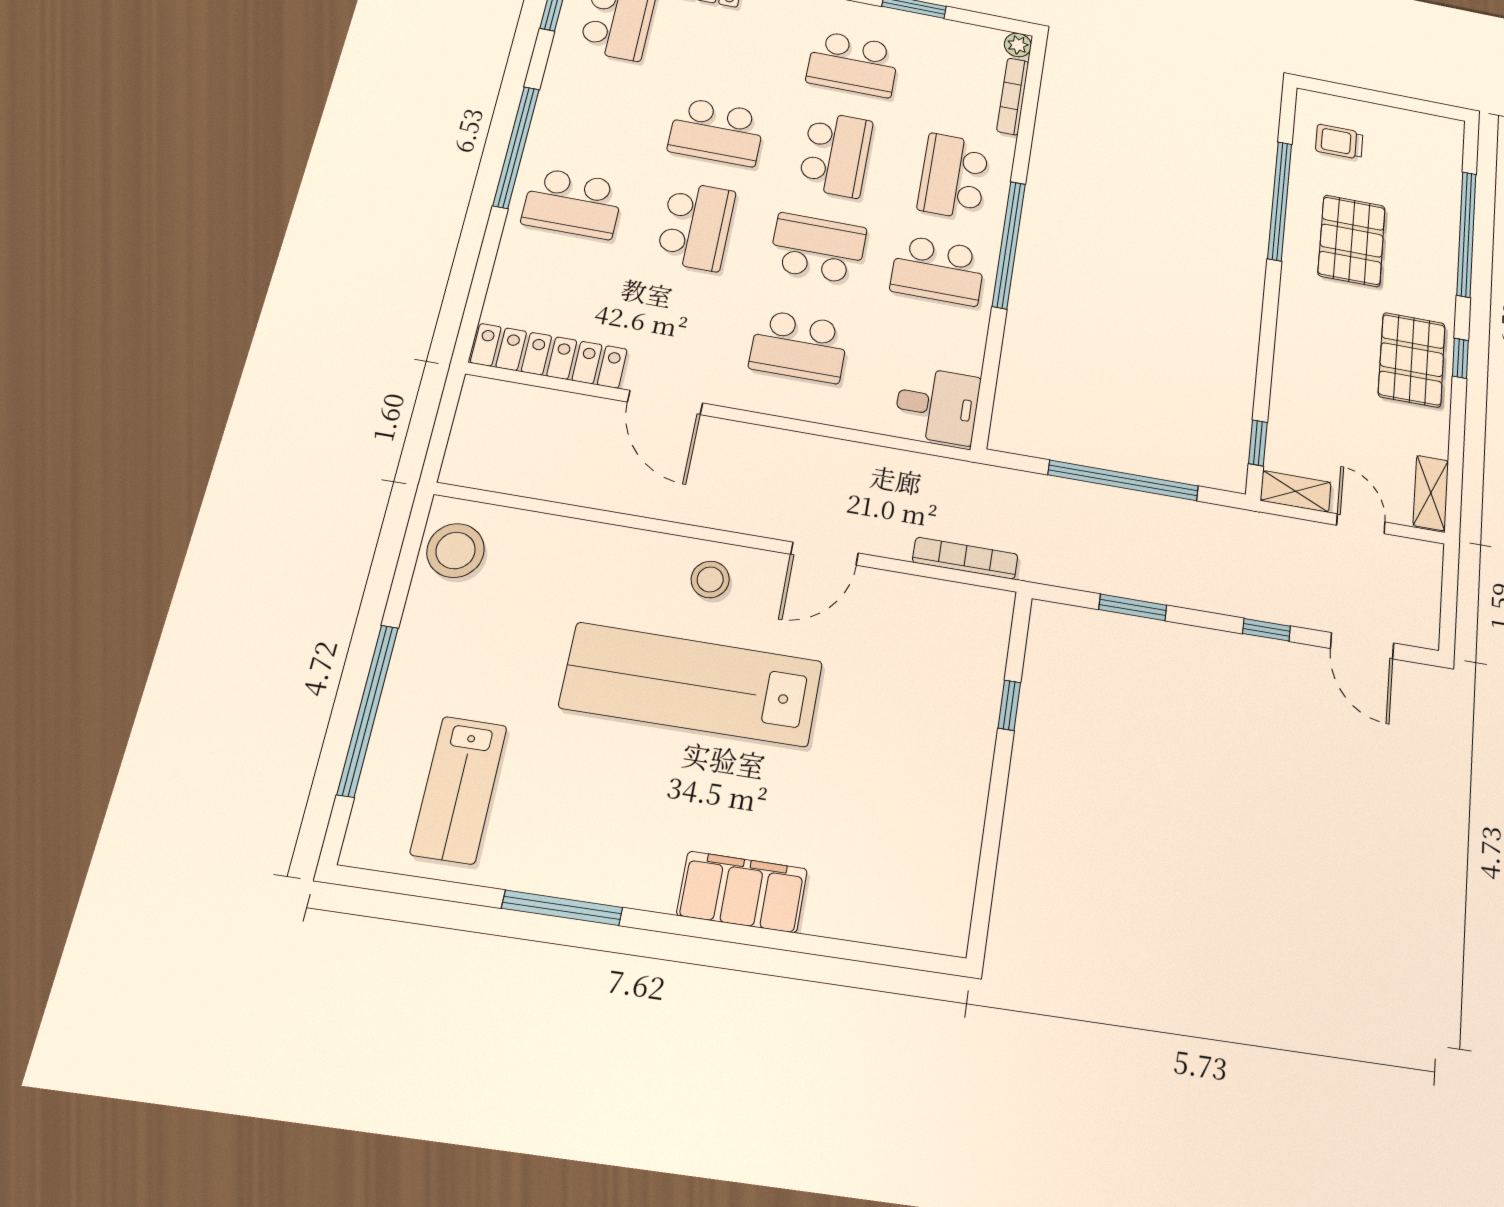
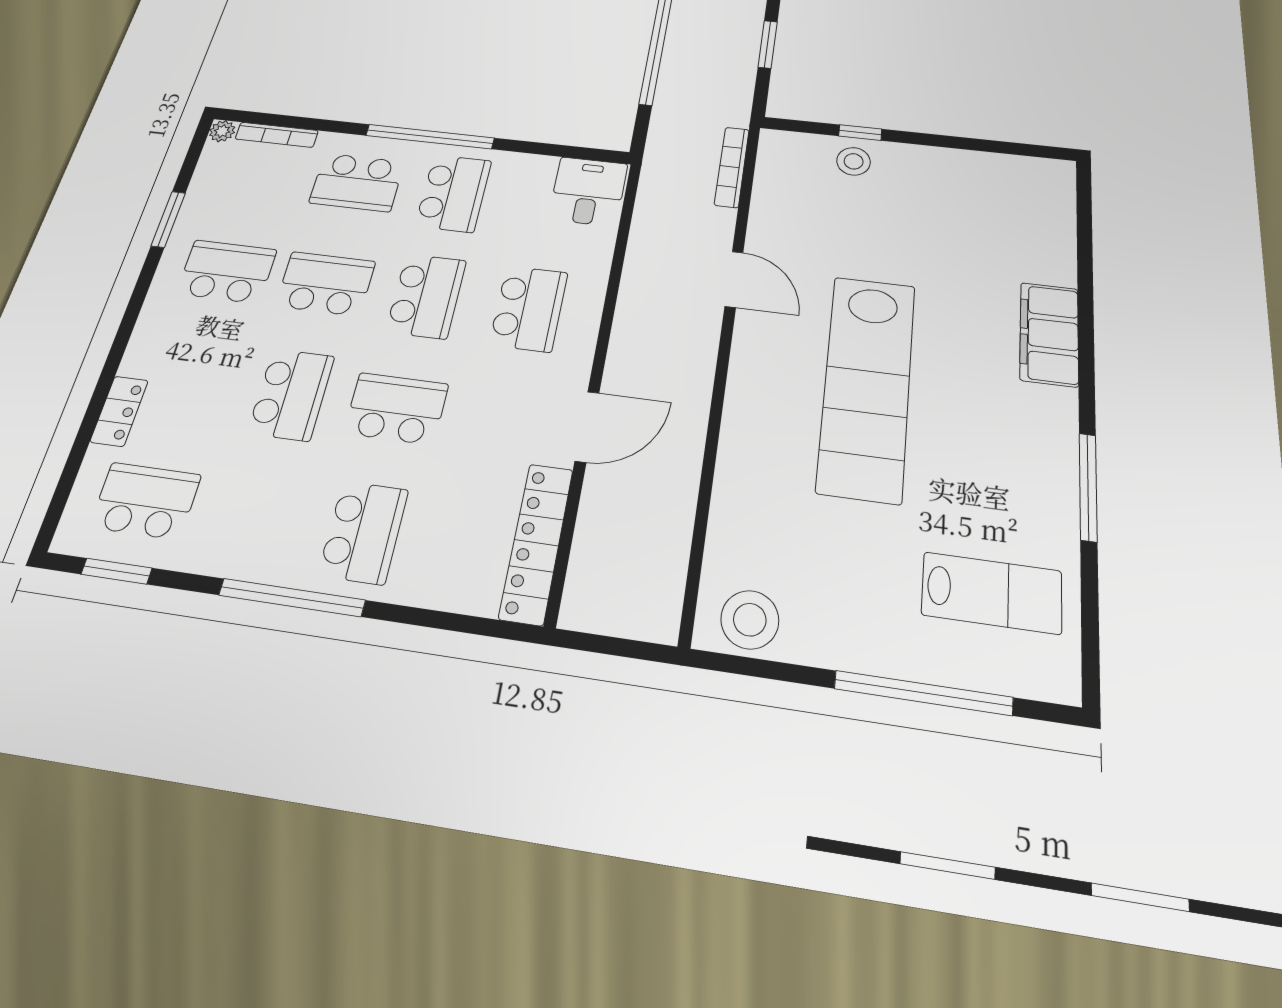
school desk: (853, 64) -> (227, 272), turned -90
school desk: (818, 248) -> (426, 296), turned 180
stool: (710, 579) -> (854, 161), moved

